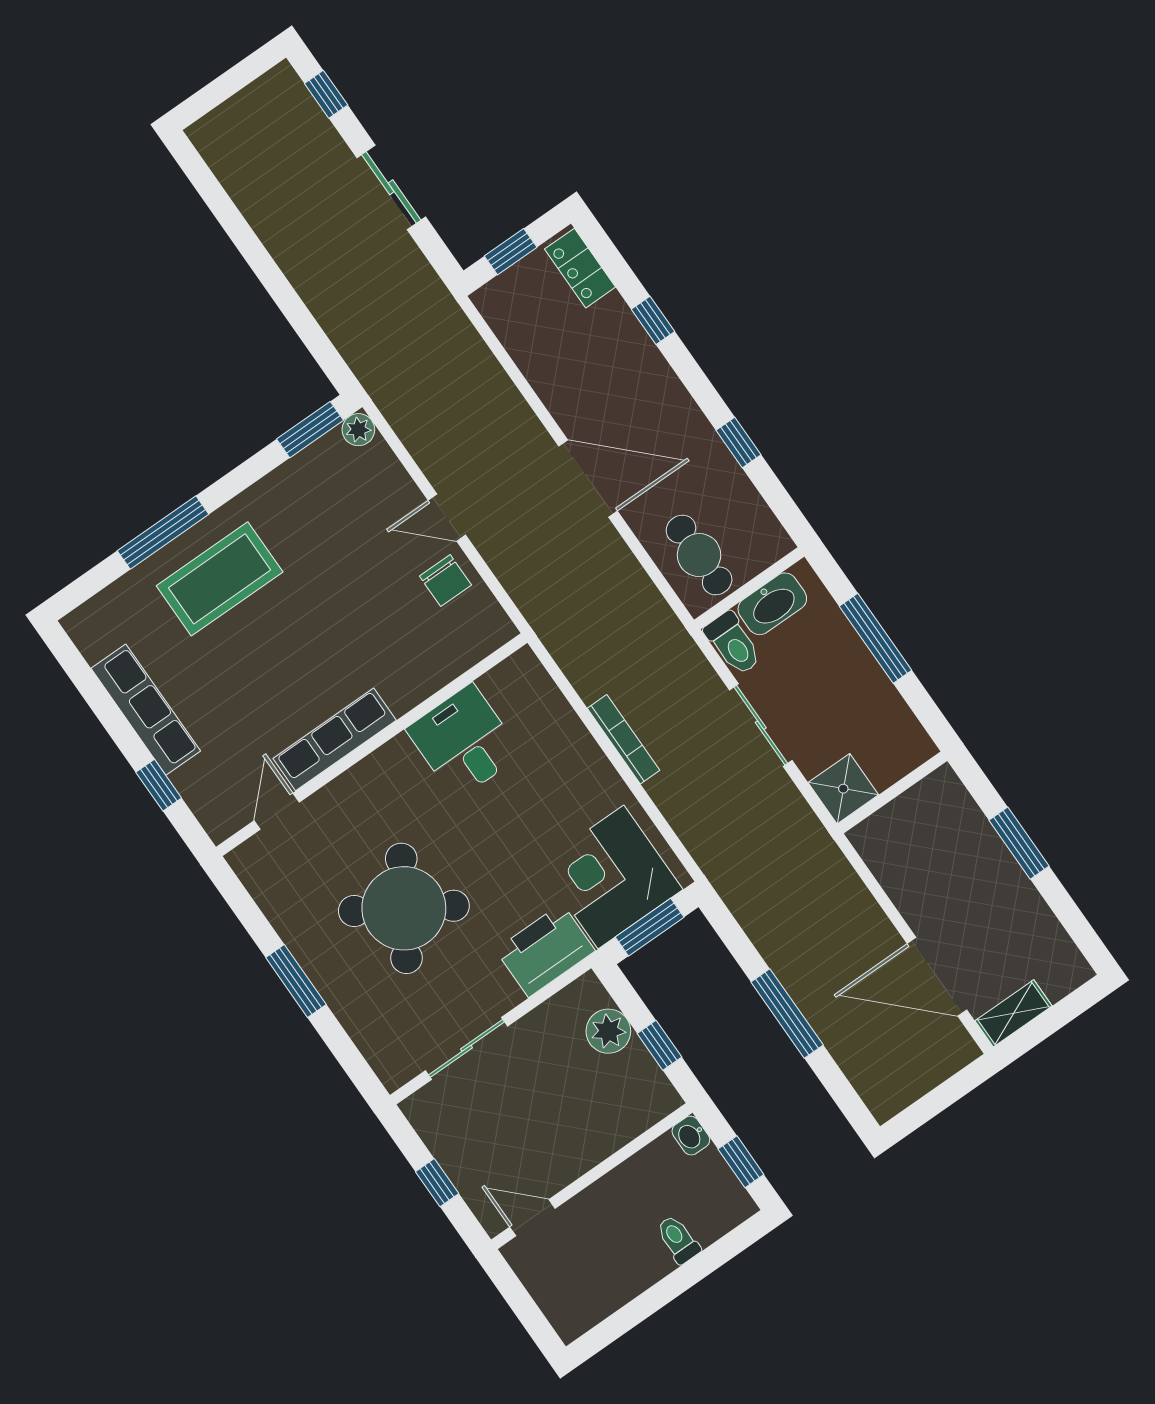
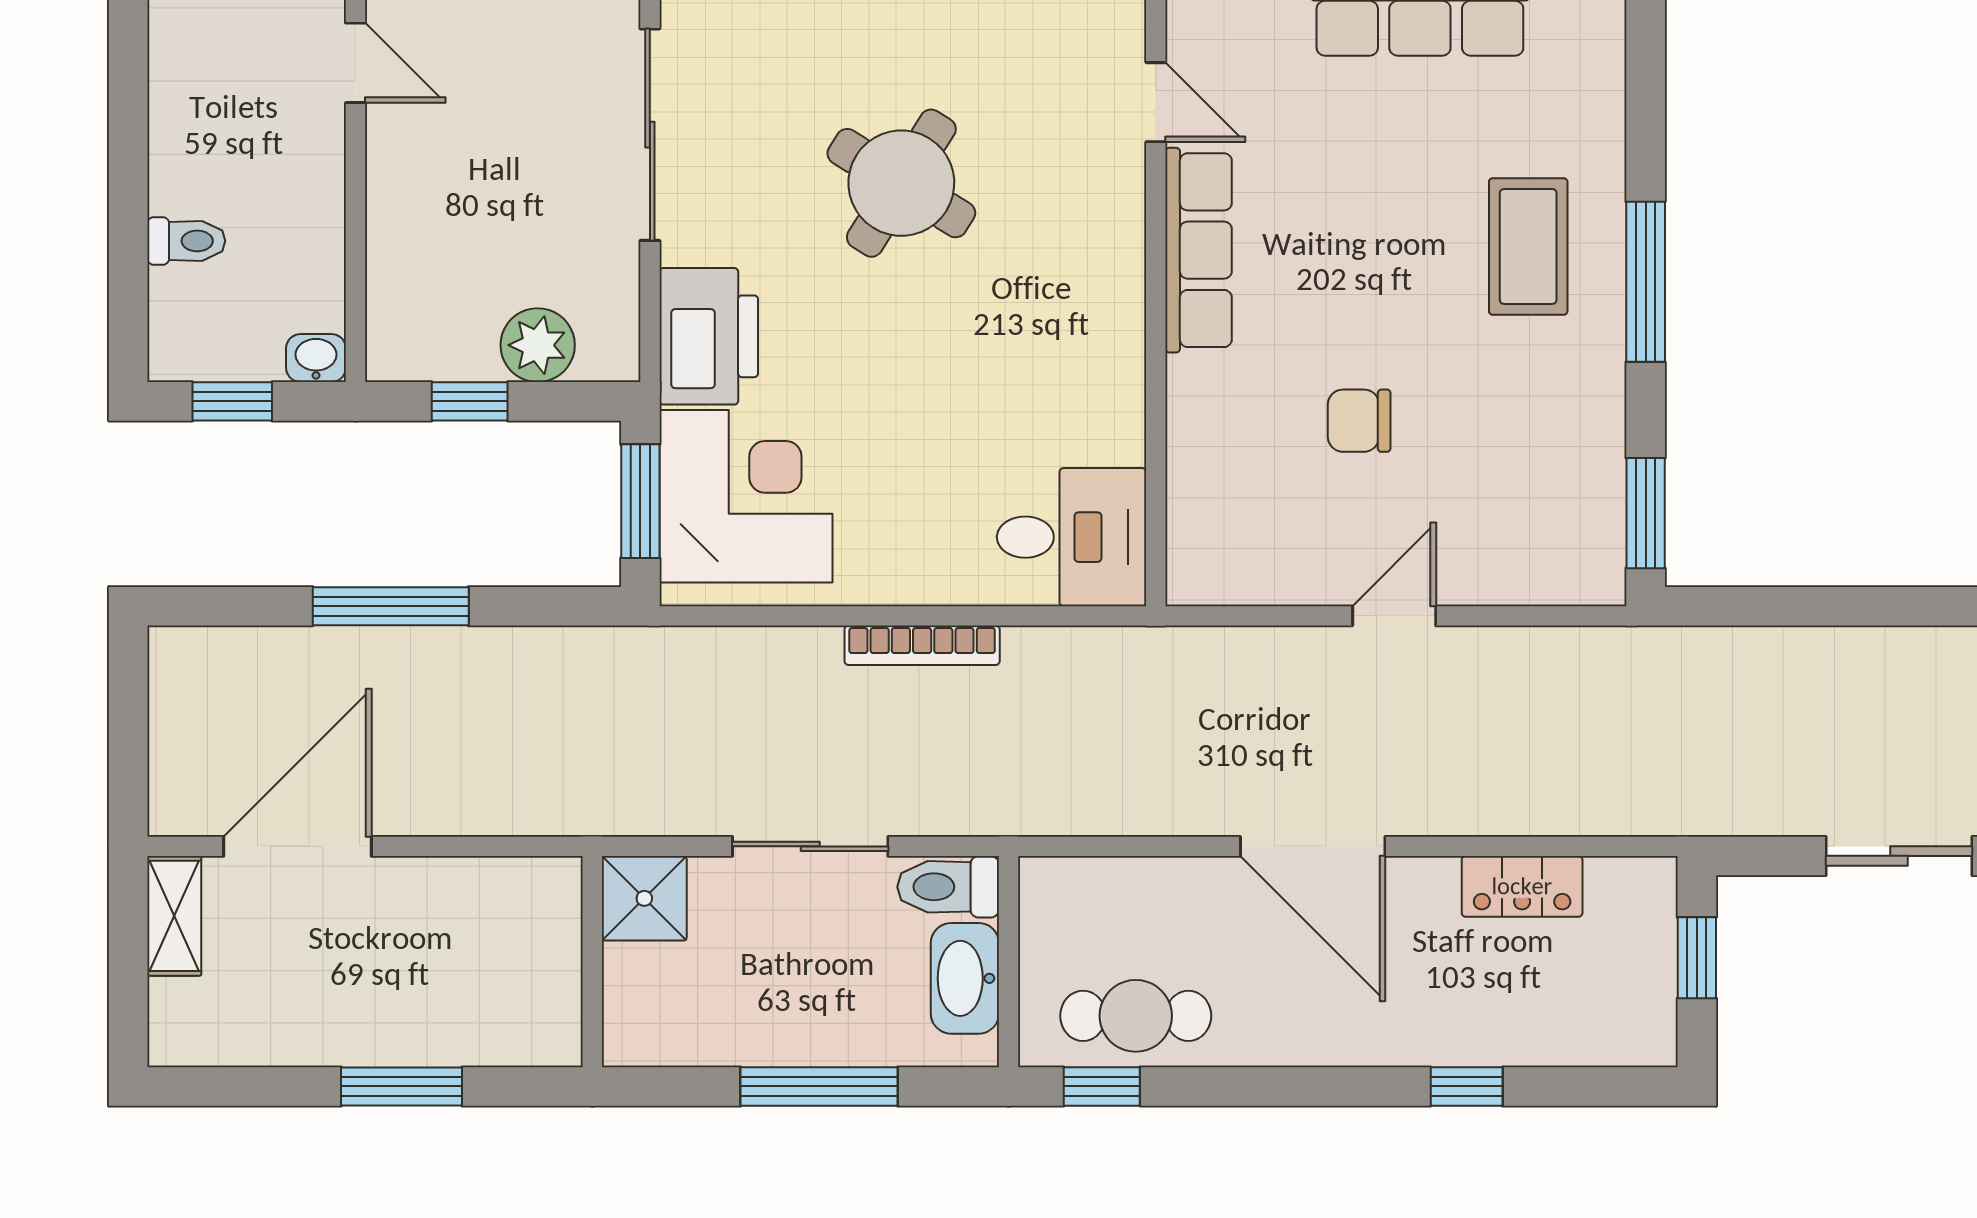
locker: (580, 268) -> (1522, 886), moved, turned 180
plant: (358, 430) -> (1599, 579), removed
window: (739, 443) -> (1102, 1086), moved
door: (588, 478) -> (1313, 846), hinge flipped
window: (163, 533) -> (1646, 282), moved
cafe table: (699, 555) -> (1136, 1016), moved
coffee table: (220, 579) -> (1528, 246), width x0.73, depth x0.76
chair: (445, 581) -> (1359, 421), moved
desk: (464, 742) -> (1072, 537), moved
round table: (404, 908) -> (901, 183), width x0.73, depth x0.73
sliding door: (466, 1048) -> (650, 135), width x1.37
door: (532, 1218) -> (355, 63), hinge flipped

